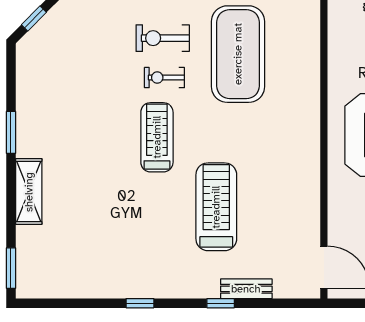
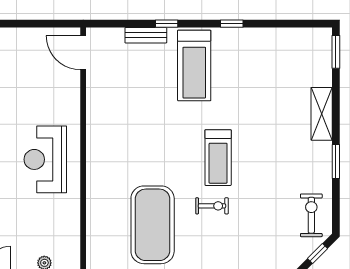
exercise bike: (163, 38) -> (311, 215), moved, turned -90
treadmill: (216, 207) -> (194, 65), moved

